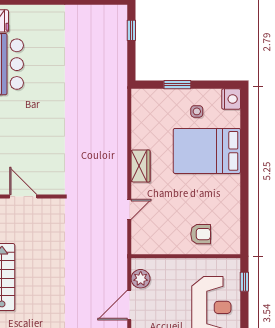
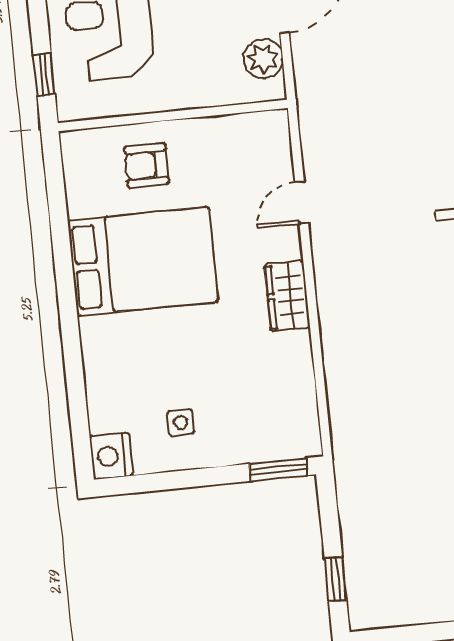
window: (177, 85) -> (278, 469), moved
bed: (207, 151) -> (143, 261), moved

